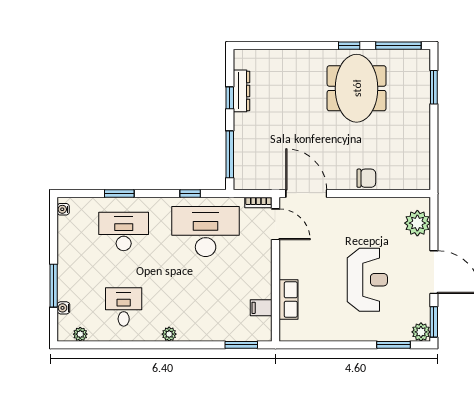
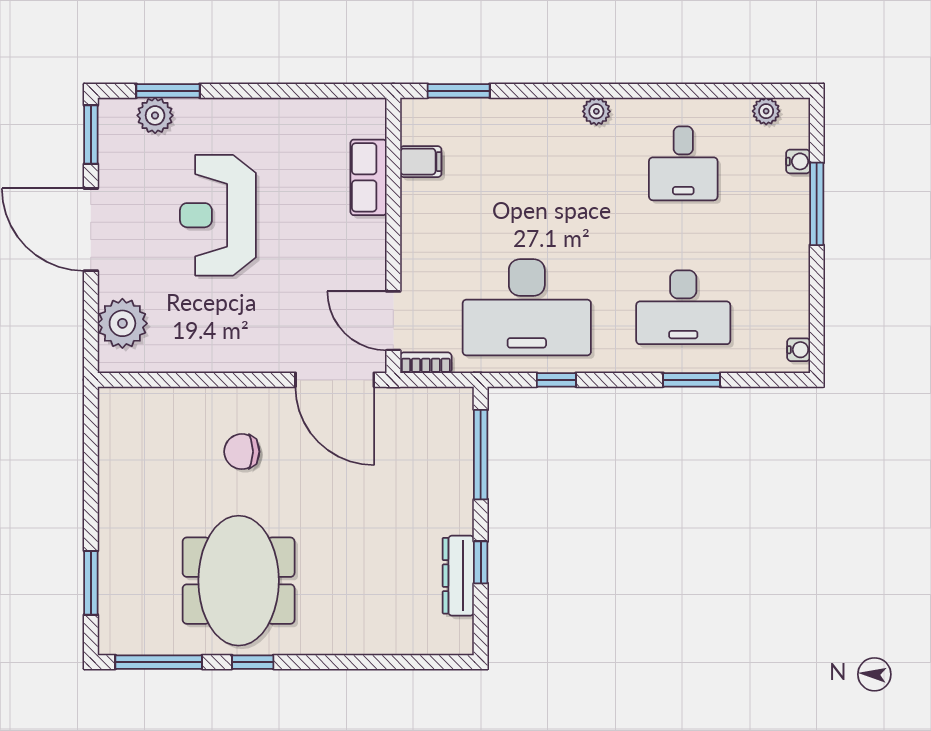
chair: (366, 178) -> (242, 452), moved
plant: (421, 332) -> (155, 115), moved

